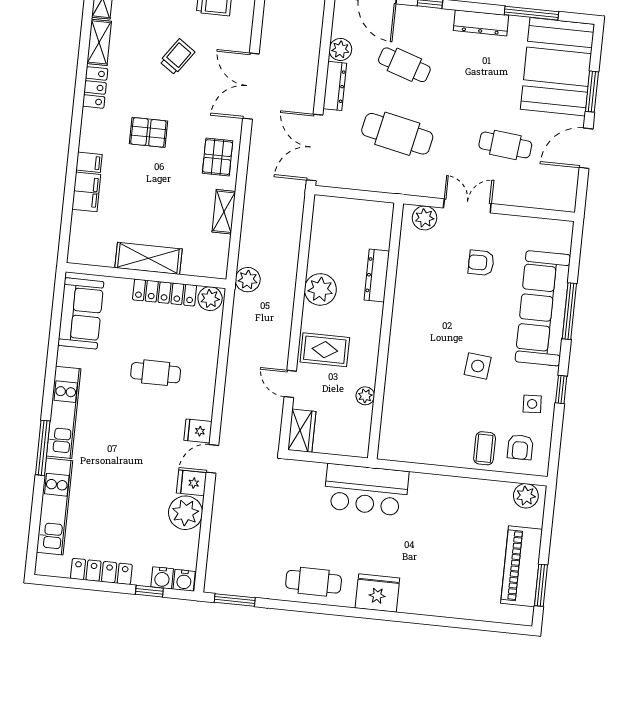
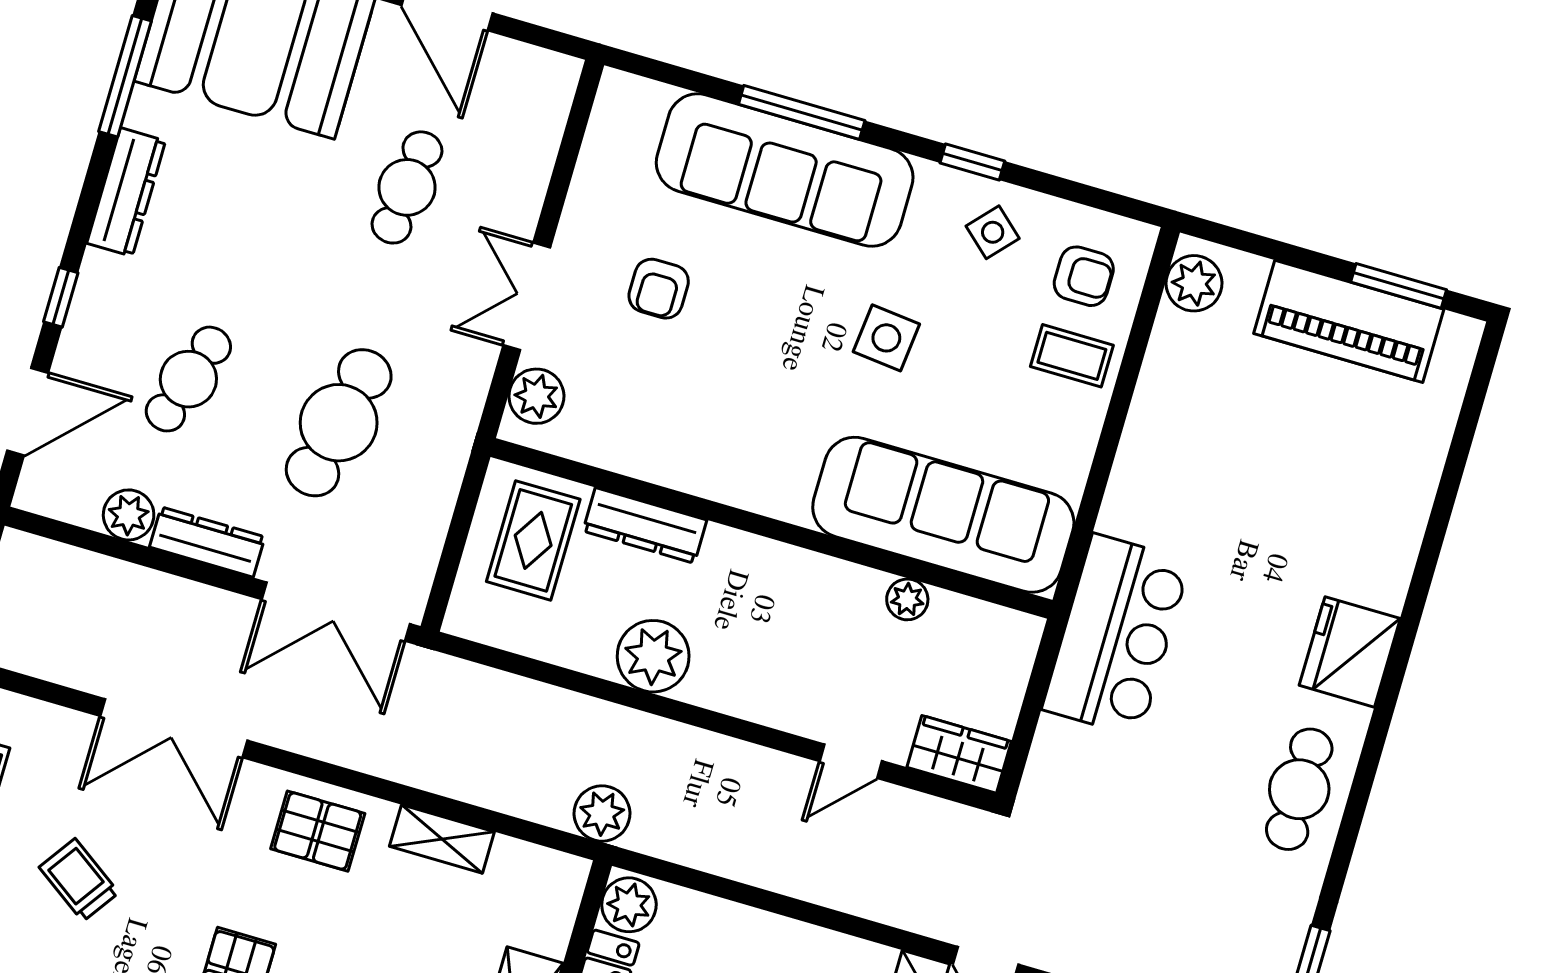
rug: (325, 350) -> (533, 540), moved
side table: (532, 404) -> (993, 232), turned 45
sofa: (405, 405) -> (943, 515), added

